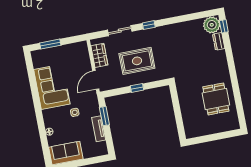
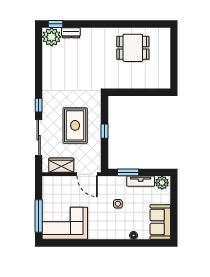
sliding door: (120, 31) -> (39, 138), width x1.37
window: (50, 44) -> (39, 216), width x1.44
corner sofa: (52, 87) -> (65, 223), moved
plant: (101, 148) -> (162, 183), added

